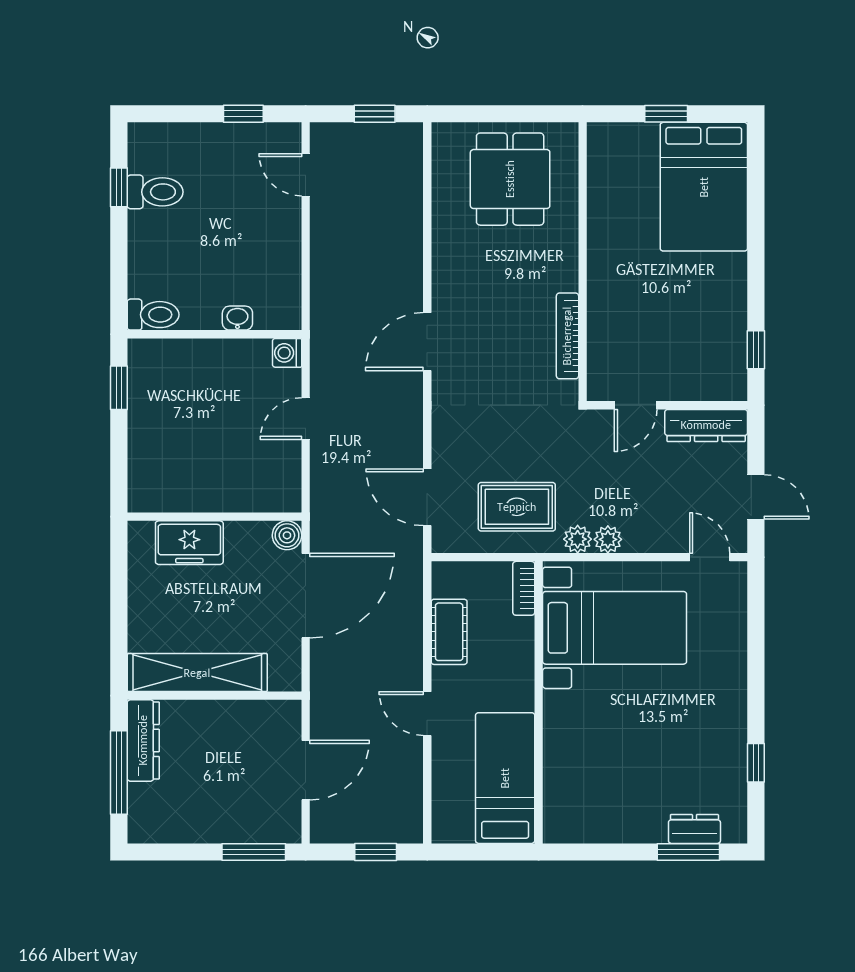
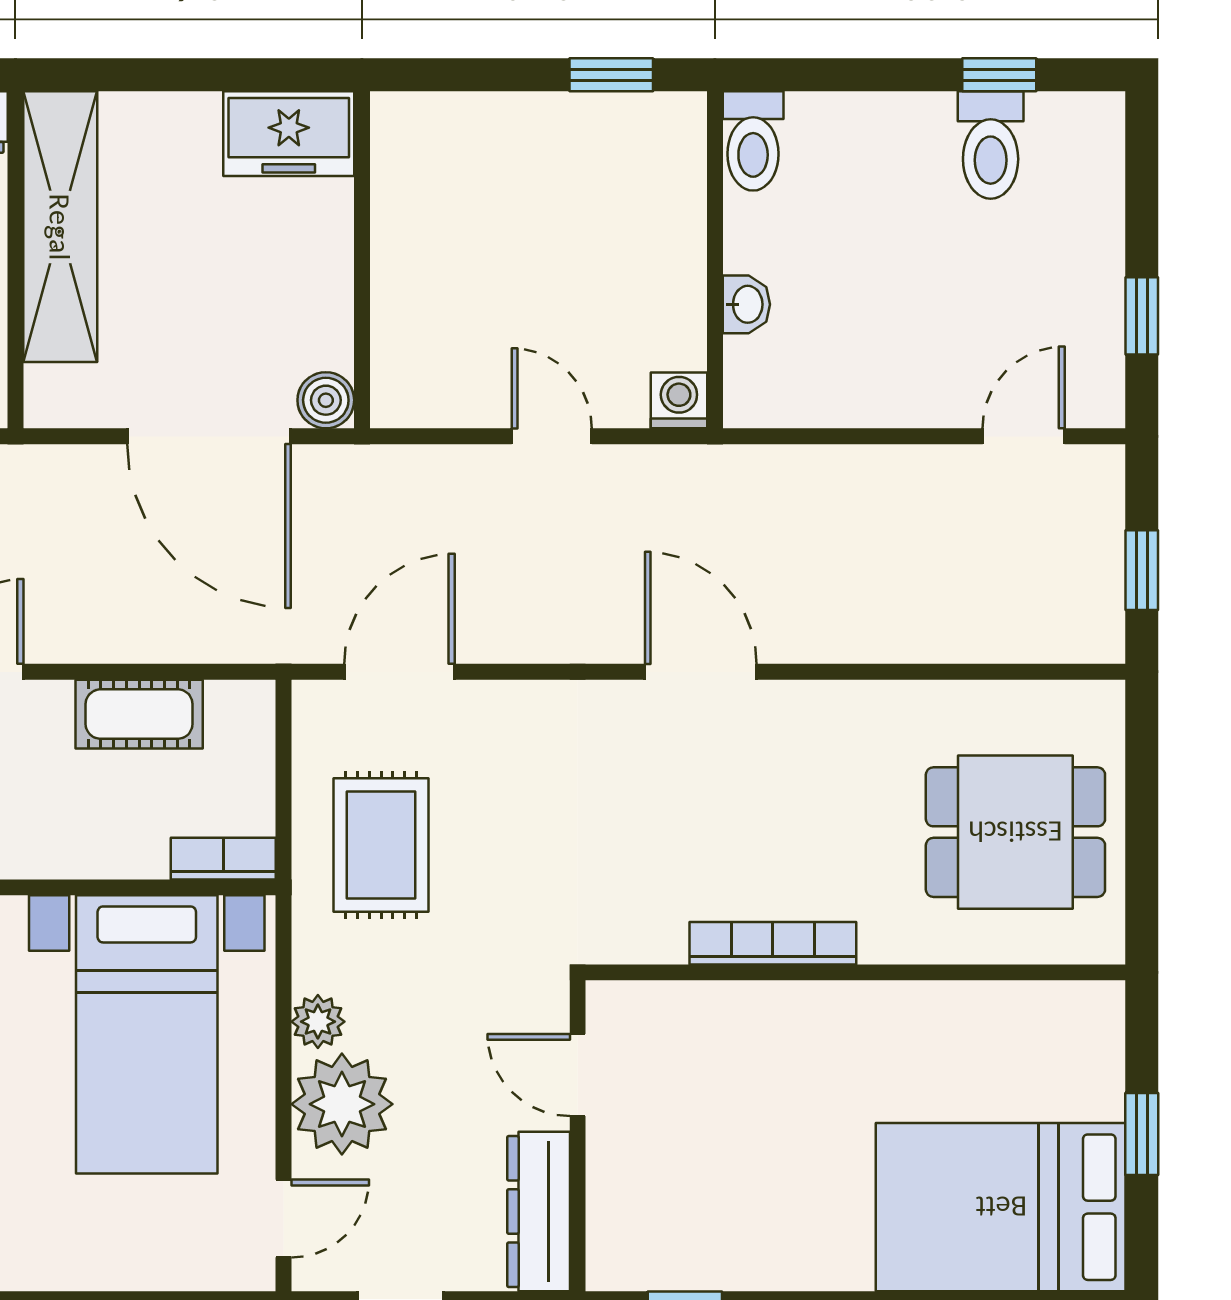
bookcase: (567, 336) -> (773, 943), moved
plant: (578, 539) -> (342, 1104), moved, width x1.88, depth x1.88
freezer: (189, 543) -> (289, 134), moved, turned -90

